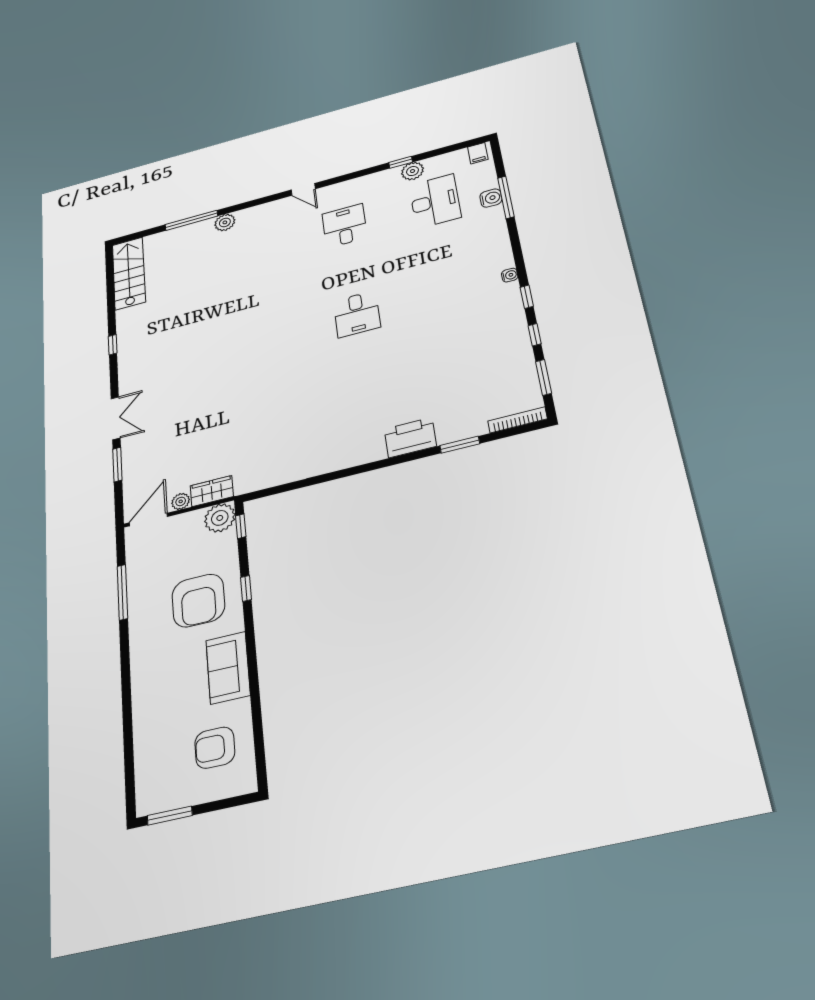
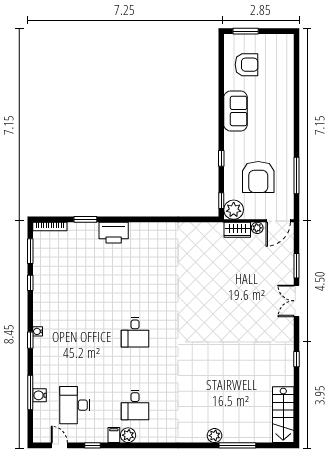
filing cabinet: (478, 153) -> (114, 435), moved
plant: (413, 171) -> (128, 435), moved
door: (303, 189) -> (59, 445), moved
window: (527, 297) -> (30, 340), moved
desk: (357, 314) -> (135, 332), turned 180
armchair: (198, 601) -> (258, 177), moved, turned 180
window: (170, 816) -> (246, 31), moved

